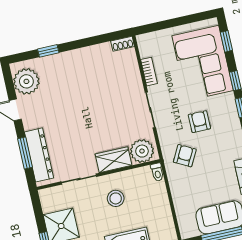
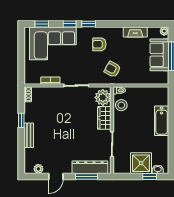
window: (48, 51) -> (21, 120), moved
bench: (65, 58) -> (29, 135), added
plant: (26, 81) -> (38, 169), width x0.53, depth x0.53
armchair: (199, 122) -> (99, 44), moved
stool: (116, 198) -> (121, 105), moved

